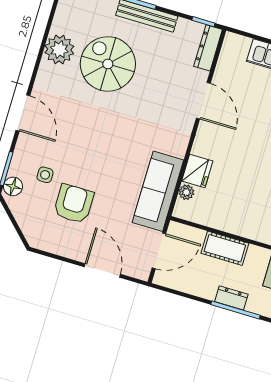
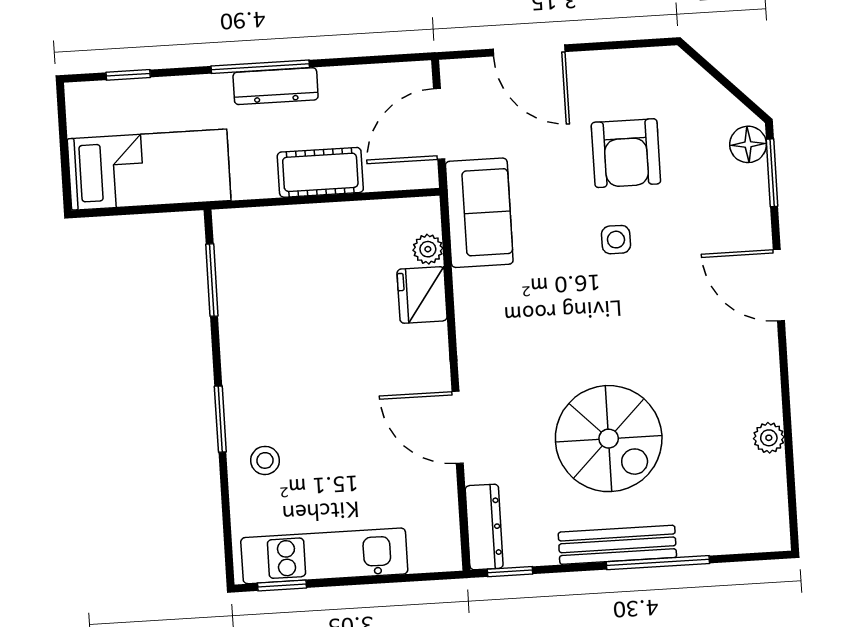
plant: (59, 50) -> (769, 438), width x0.53, depth x0.53
spiral stairs: (108, 64) -> (609, 439), moved
side table: (45, 175) -> (616, 240), moved
sofa: (158, 191) -> (479, 213), width x0.73
dresser: (231, 298) -> (276, 86), width x1.44

